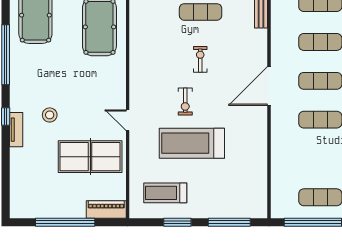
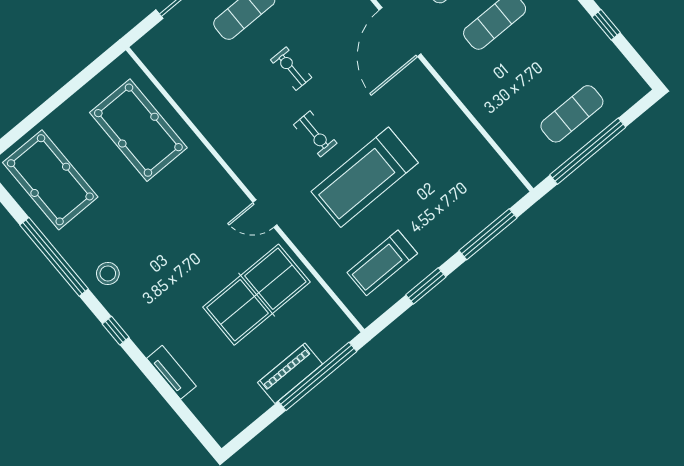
stool: (50, 115) -> (108, 274), moved
tv unit: (16, 130) -> (171, 372), moved
piano: (106, 209) -> (290, 373), moved
window: (65, 222) -> (317, 376), moved

